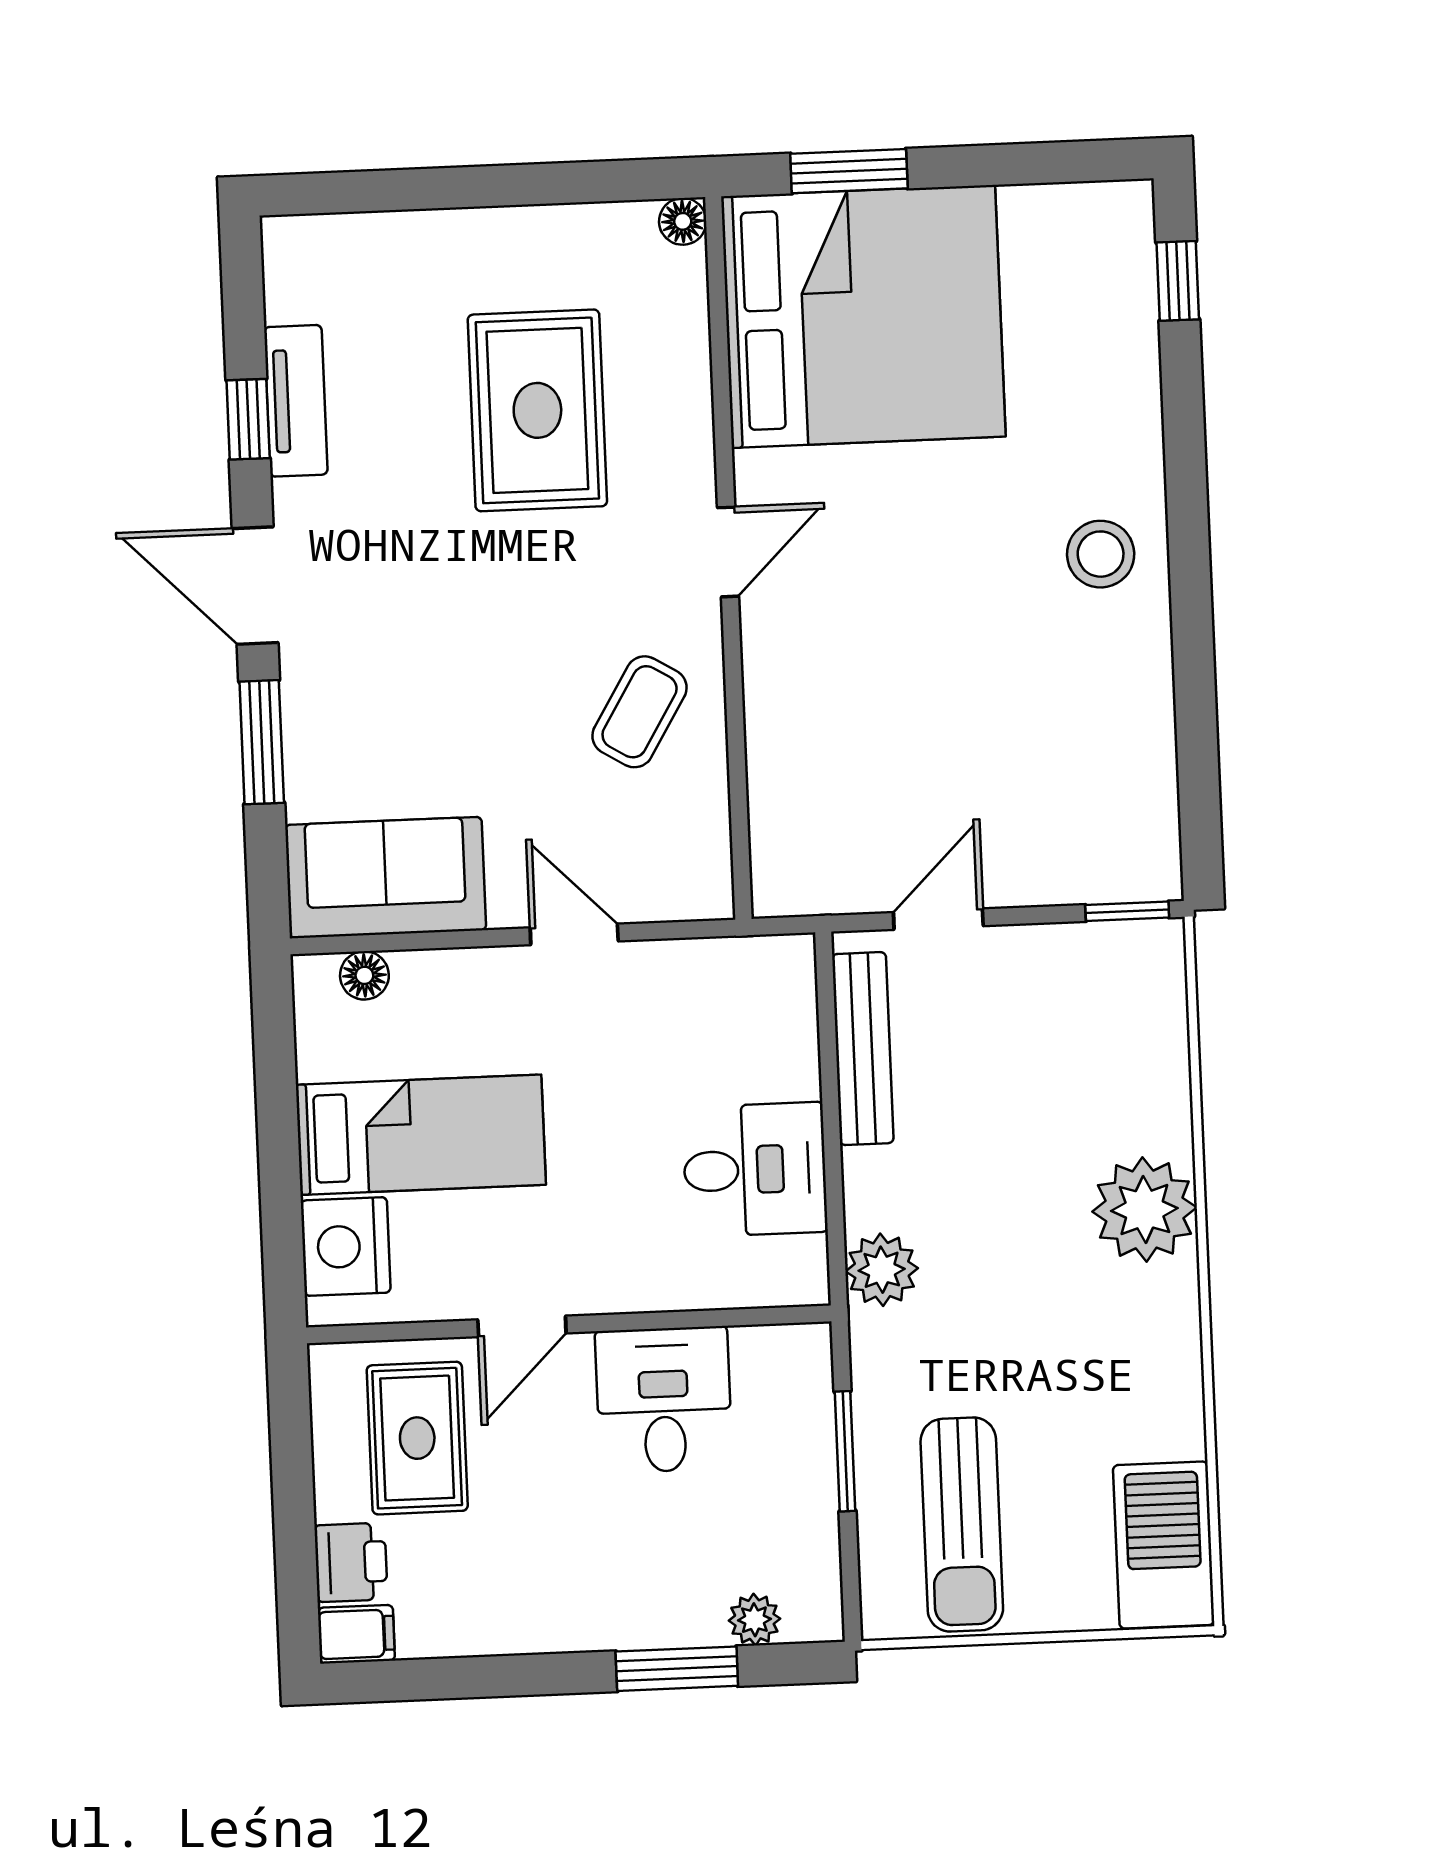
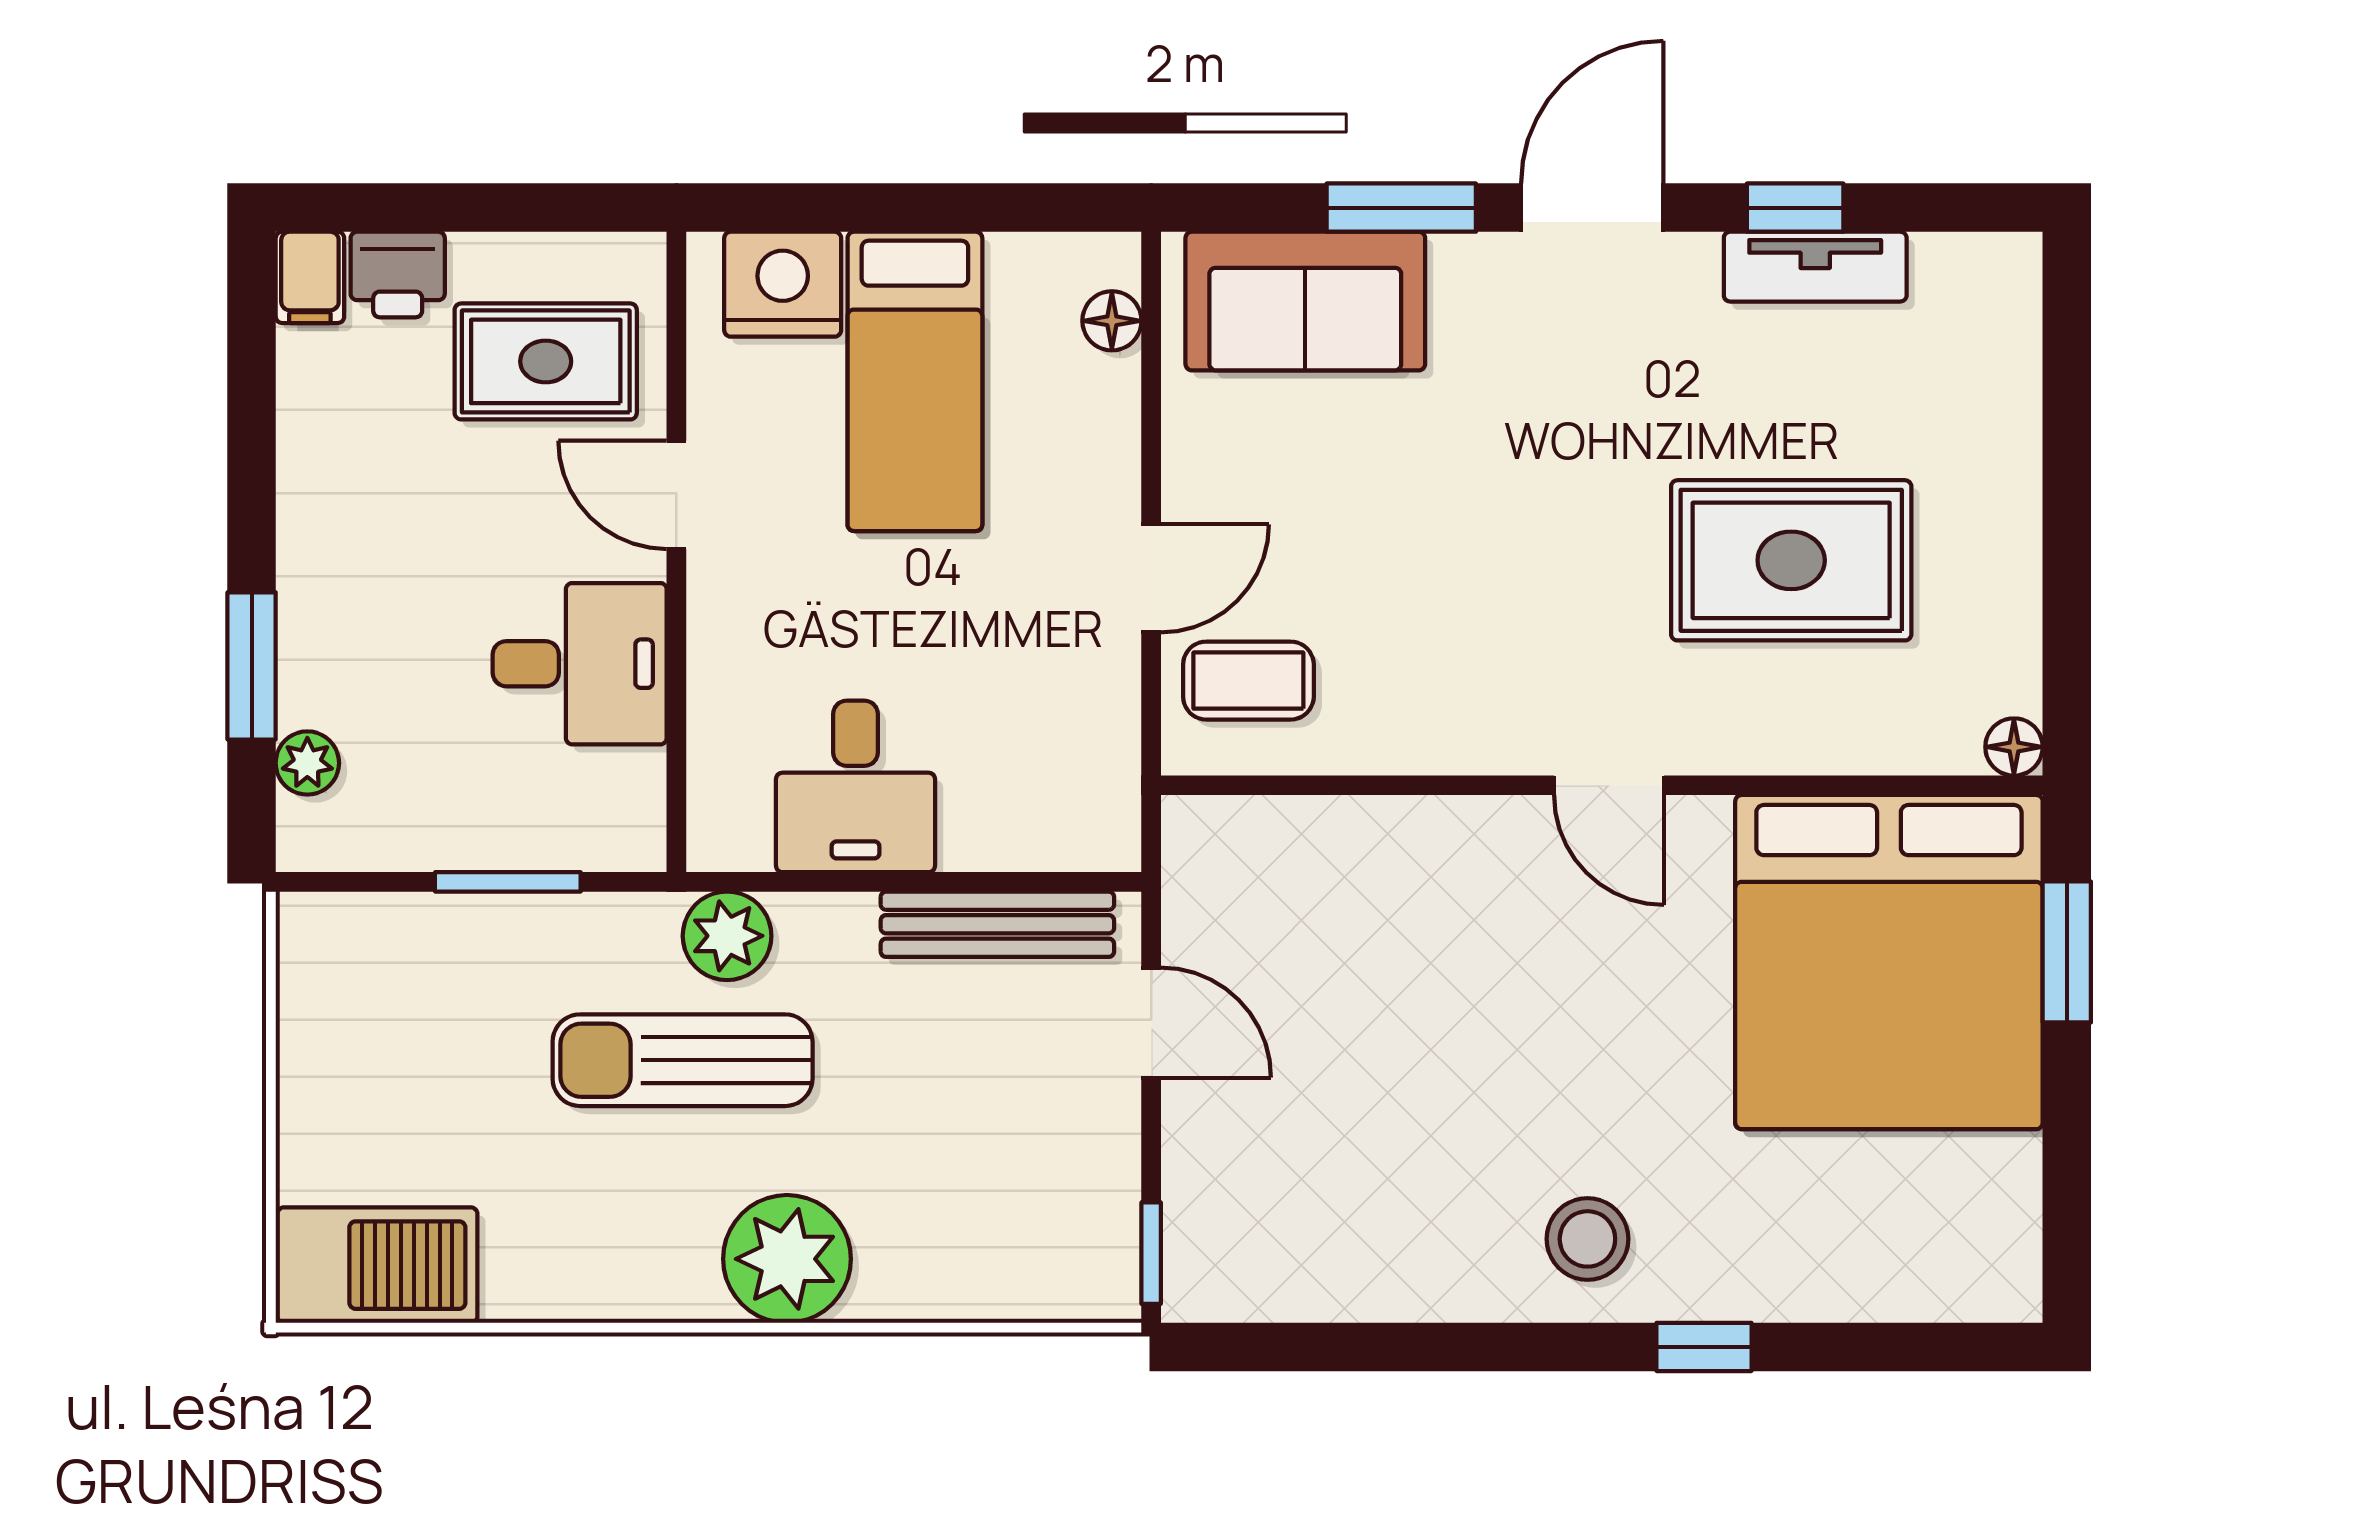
window: (1178, 281) -> (1704, 1347), moved
coffee table: (640, 712) -> (1248, 681), moved, turned -31
sofa: (386, 877) -> (1305, 301), moved, turned 90
sun lounger: (962, 1525) -> (683, 1060), moved

